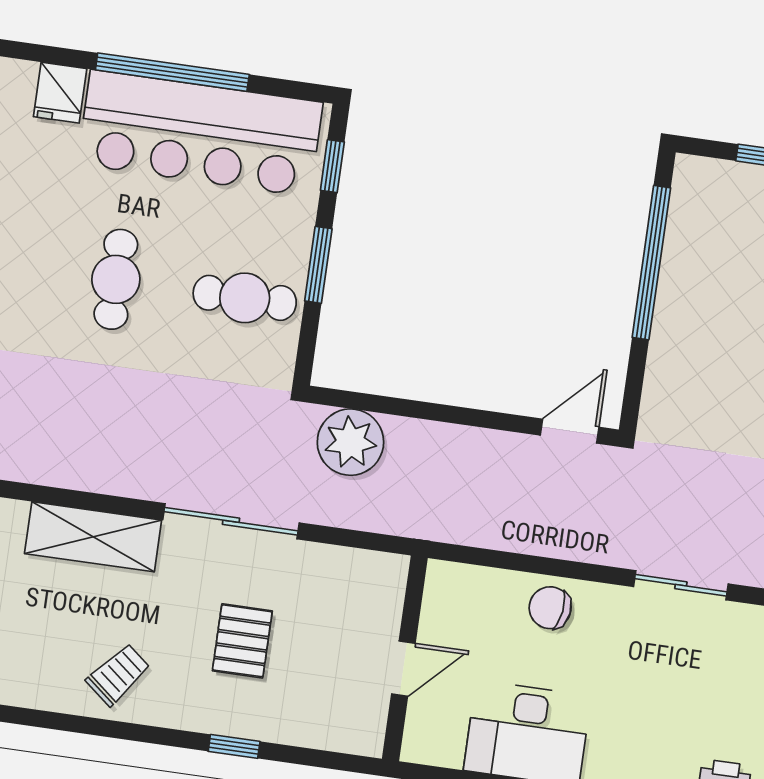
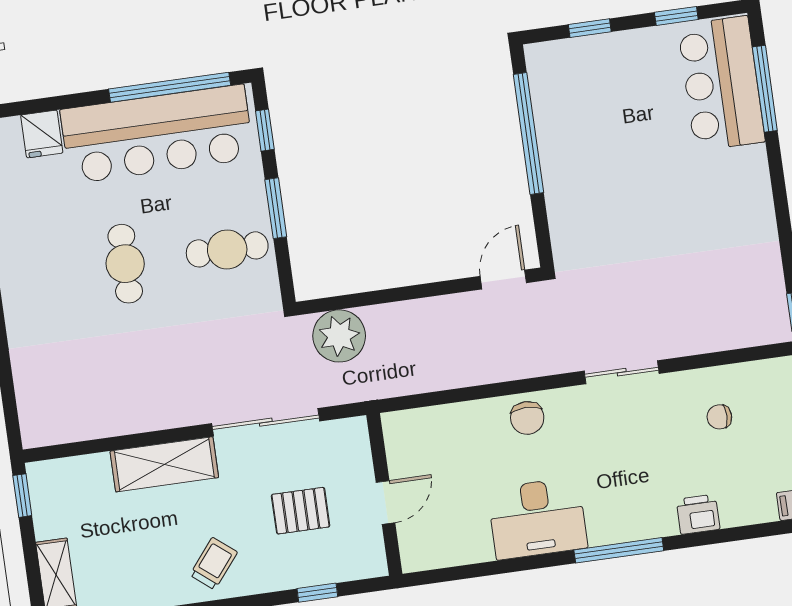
window: (172, 72) -> (170, 87), moved
chair: (550, 608) -> (527, 418), turned -98
pallet: (242, 641) -> (301, 511), turned 90
wall: (405, 658) -> (384, 494), moved
door: (403, 669) -> (386, 503), moved

